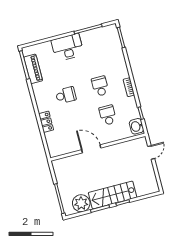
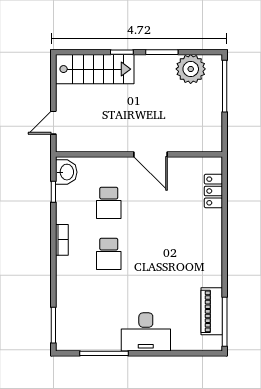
school desk: (66, 95) -> (169, 254), removed
locker: (46, 122) -> (213, 191), moved
stairs: (113, 195) -> (95, 69), moved

